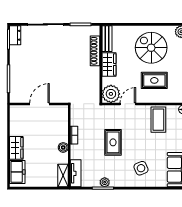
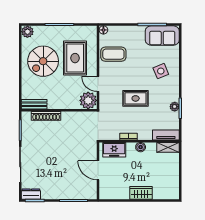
wardrobe: (109, 64) -> (59, 102), removed
rug: (154, 80) -> (75, 58), width x1.36, depth x1.43
freezer: (17, 172) -> (114, 150), moved, turned 180

